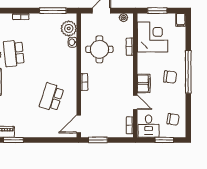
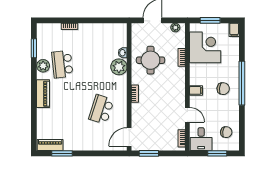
window: (53, 11) -> (103, 20), removed
plant: (69, 28) -> (119, 67), moved
filing cabinet: (144, 83) -> (196, 90), width x0.50

